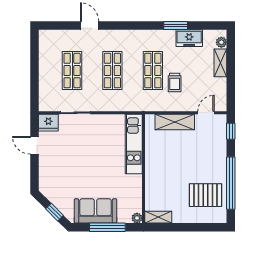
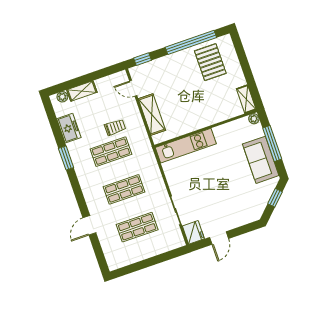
window: (176, 26) -> (66, 158), moved

